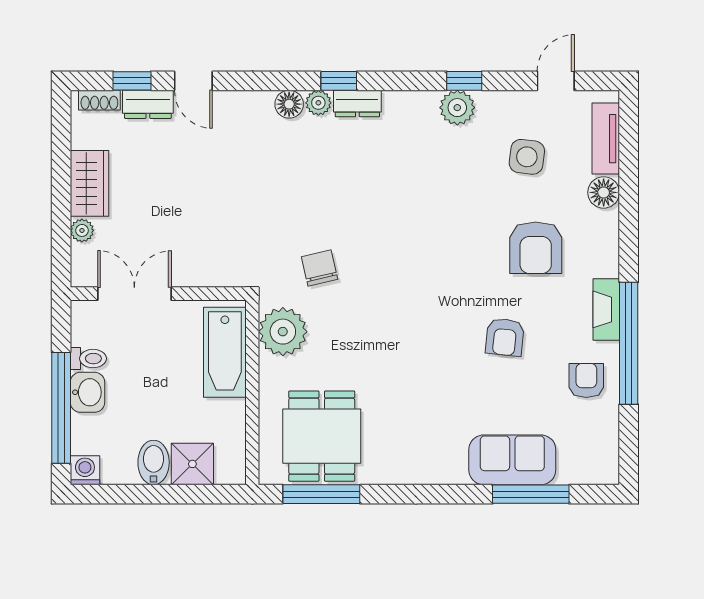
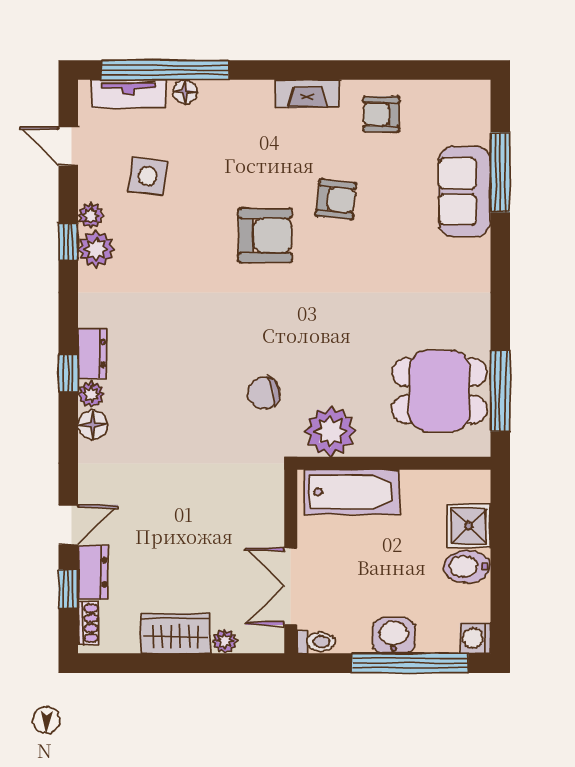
plant: (489, 102) -> (91, 215), added
floor lamp: (604, 192) -> (185, 92), width x0.73, depth x0.73
armchair: (536, 248) -> (265, 235), moved
window: (629, 343) -> (165, 70), moved
toilet: (88, 359) -> (316, 642), moved, turned 90

